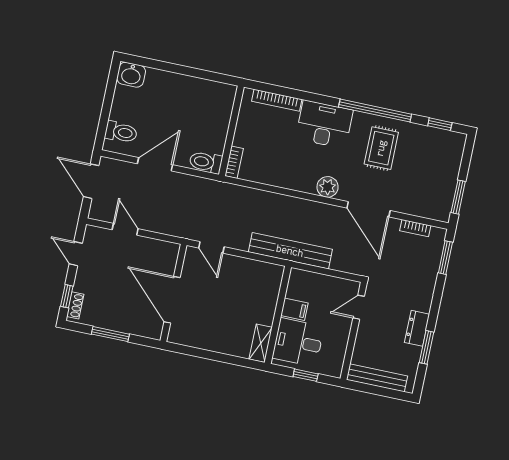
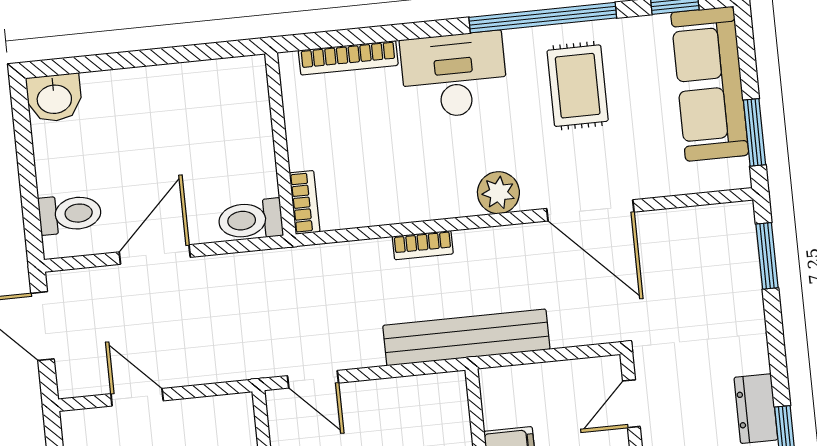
sofa: (444, 167) -> (710, 84), added
bookcase: (415, 228) -> (423, 245), moved

